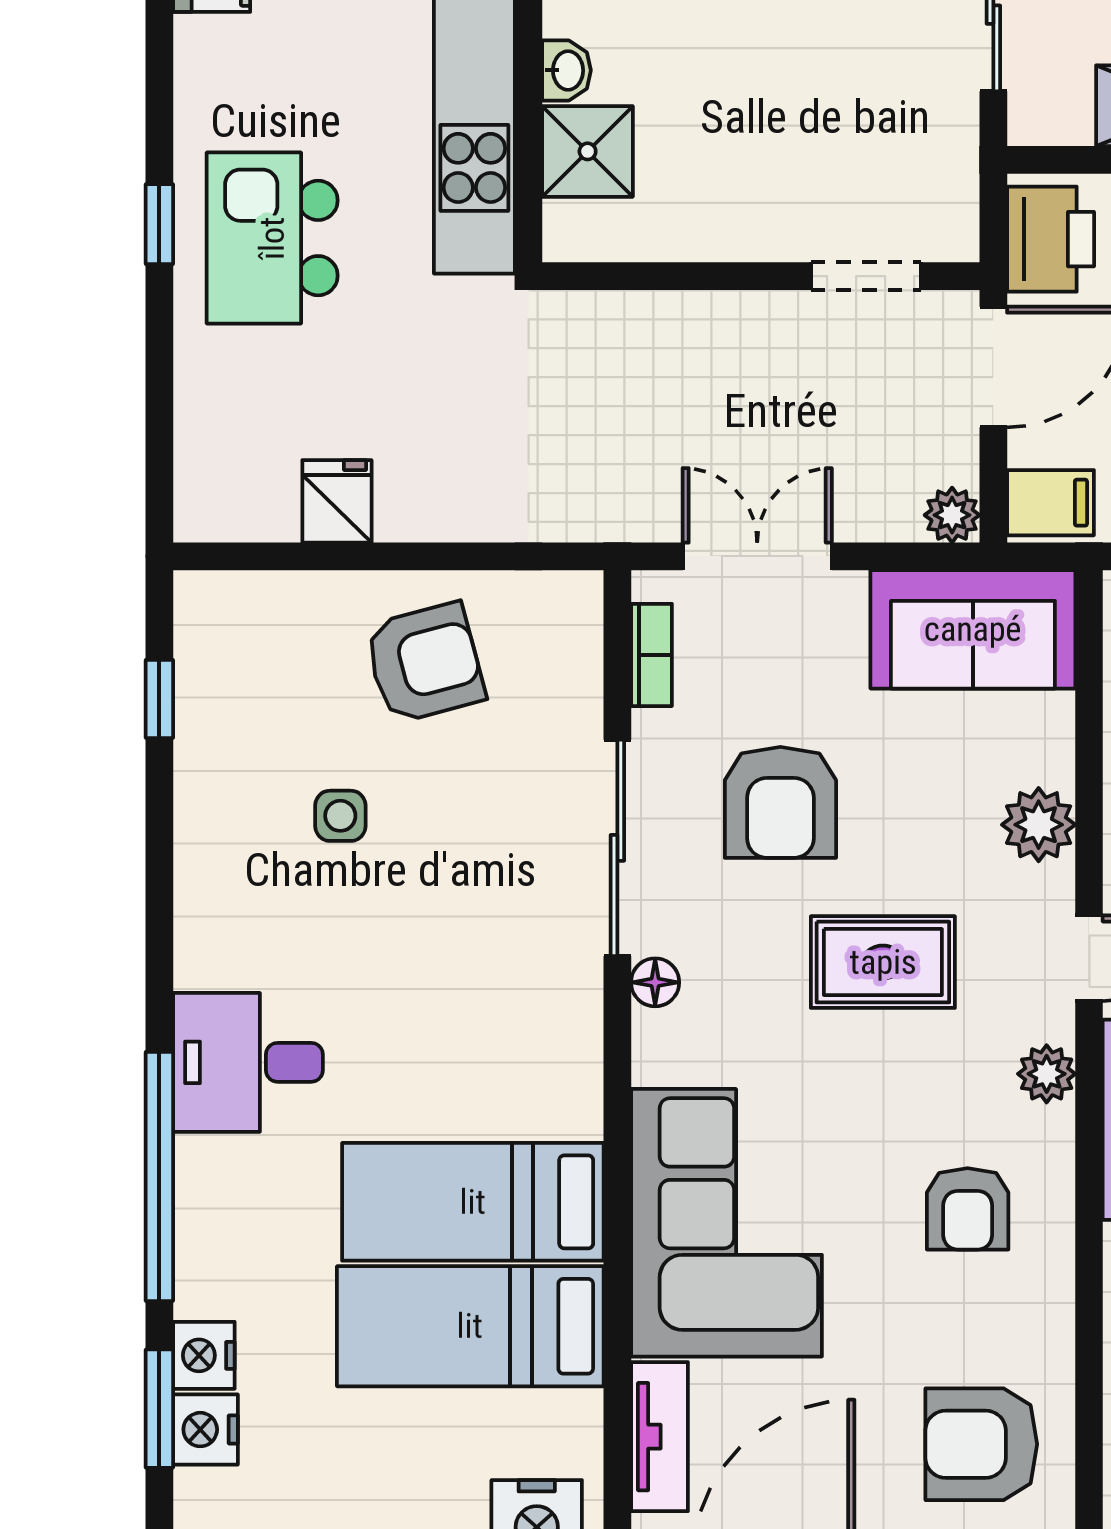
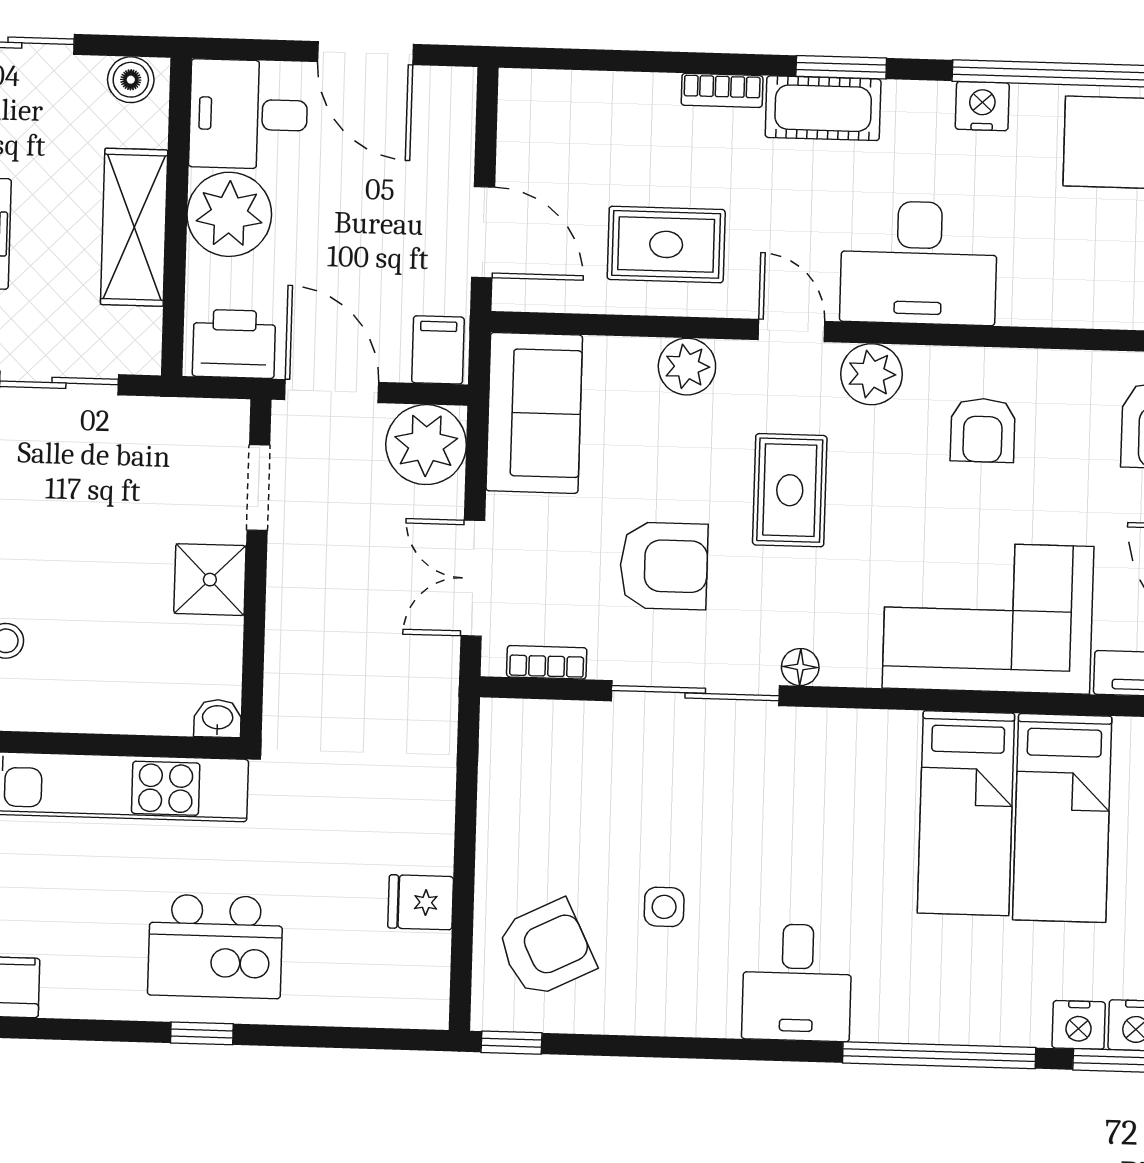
washbasin: (567, 70) -> (218, 718), moved
shower: (588, 151) -> (210, 580), moved
plant: (952, 515) -> (426, 445), width x1.88, depth x1.88
armchair: (425, 663) -> (546, 949), moved, turned 79
window: (159, 699) -> (512, 1043), moved
desk: (248, 1062) -> (797, 982), moved
plant: (1047, 1074) -> (871, 374), width x1.38, depth x1.38
armchair: (968, 1209) -> (983, 430), turned 90

